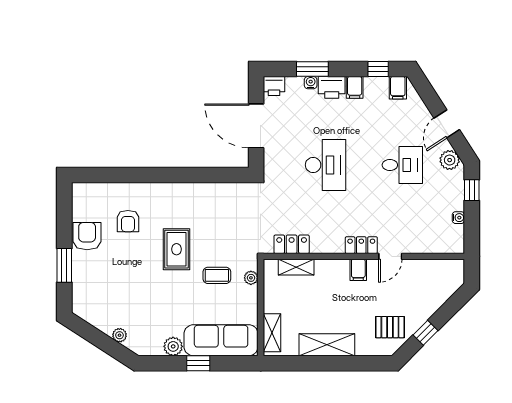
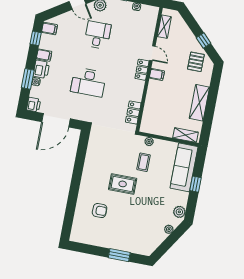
desk: (326, 165) -> (88, 82), turned 180
armchair: (87, 236) -> (104, 238), removed
shelving: (296, 267) -> (164, 27), moved
plant: (173, 346) -> (179, 212), moved

